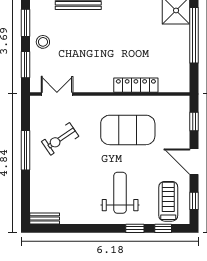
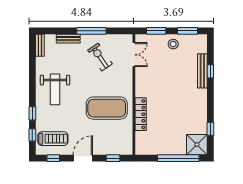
exercise mat: (128, 130) -> (107, 108), turned 90
bench: (36, 181) -> (68, 39), added
weight bench: (120, 193) -> (55, 89), moved, turned 90

